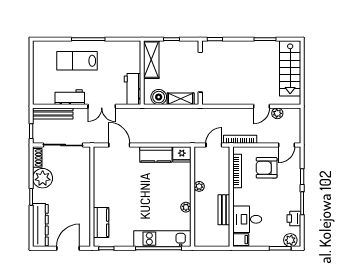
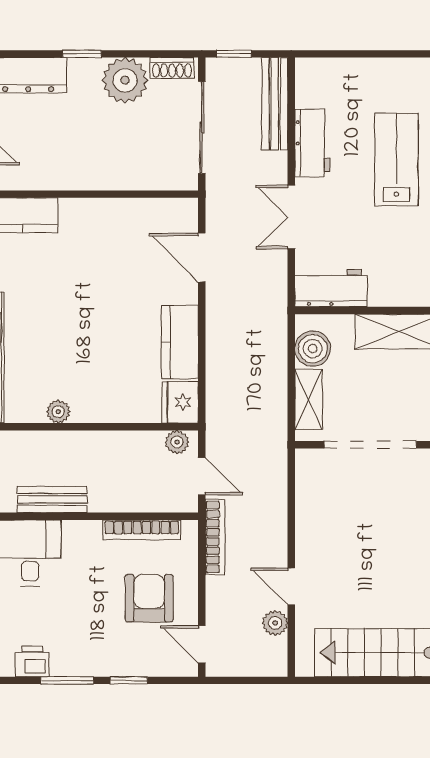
door: (119, 145) -> (202, 258), swing flipped
plant: (199, 186) -> (177, 442), moved

